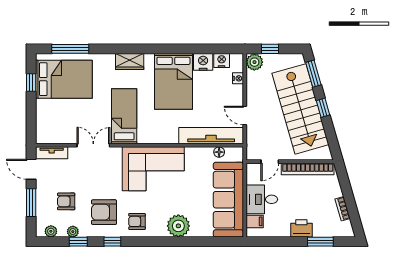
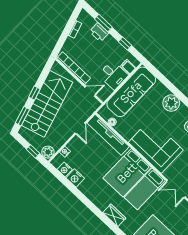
bed: (173, 81) -> (127, 173), moved, turned 180
printer: (301, 228) -> (99, 32), moved
window: (280, 242) -> (125, 43), added

